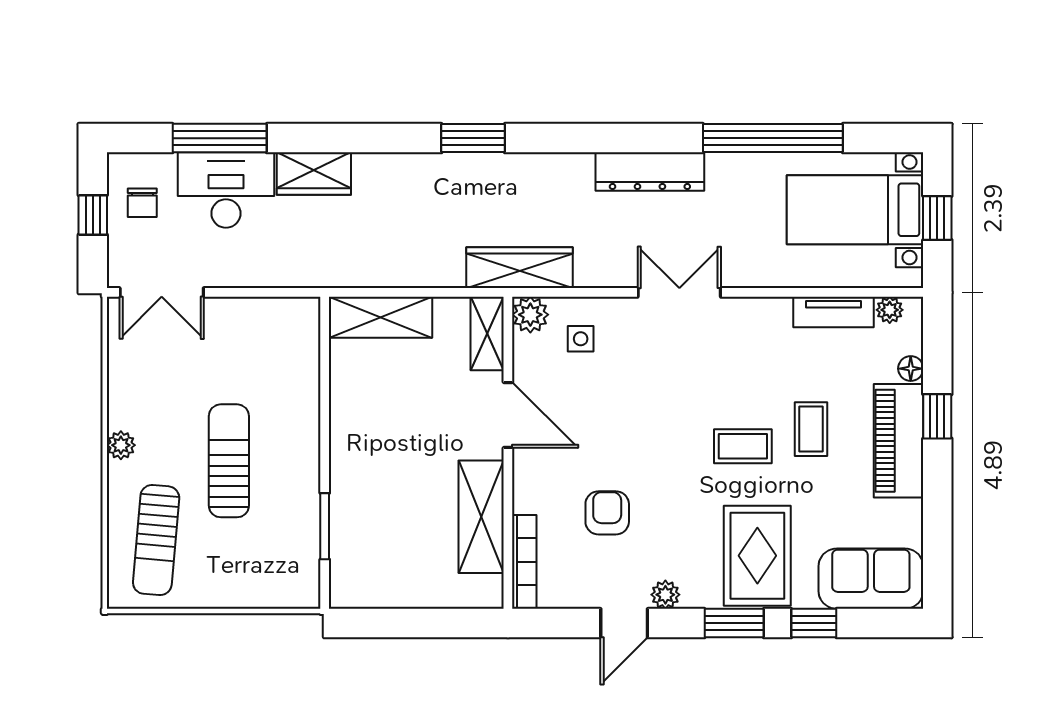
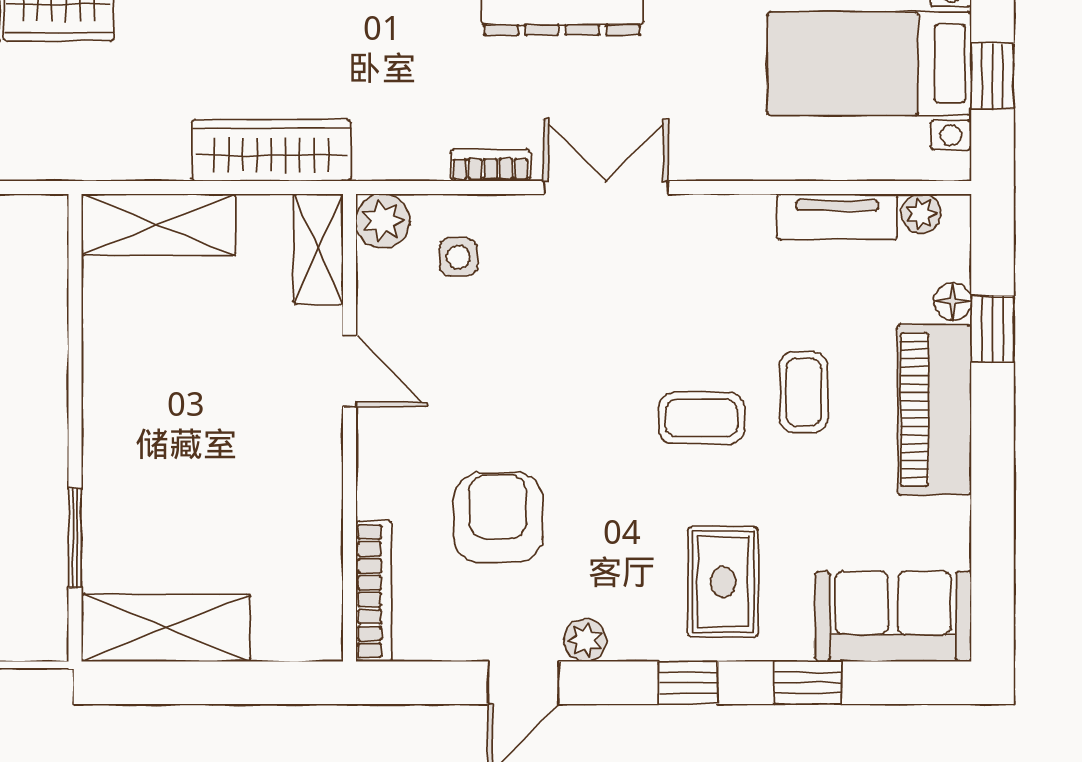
wardrobe: (520, 268) -> (271, 150), moved
bookcase: (602, 278) -> (491, 165), added
door: (508, 415) -> (350, 371), width x0.73
window: (937, 416) -> (993, 329), moved
armchair: (607, 513) -> (498, 518), width x1.38, depth x1.38
shelving: (481, 517) -> (166, 628), moved, turned 90
rug: (757, 556) -> (723, 582), width x0.73, depth x0.70
window: (734, 623) -> (688, 683), width x0.67

